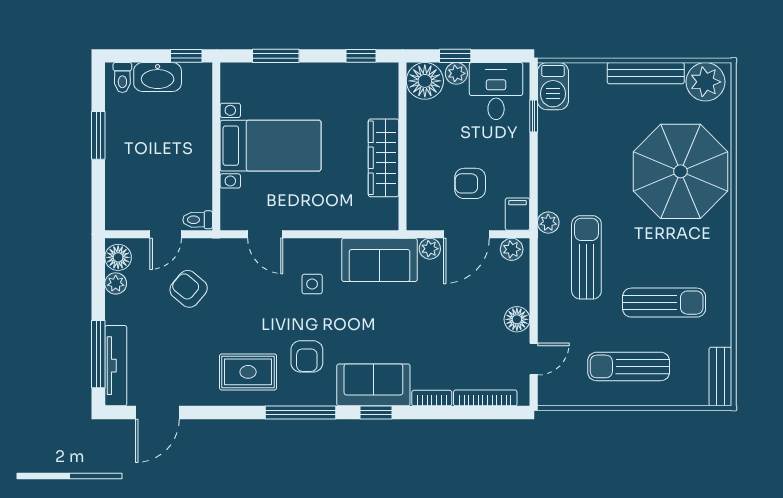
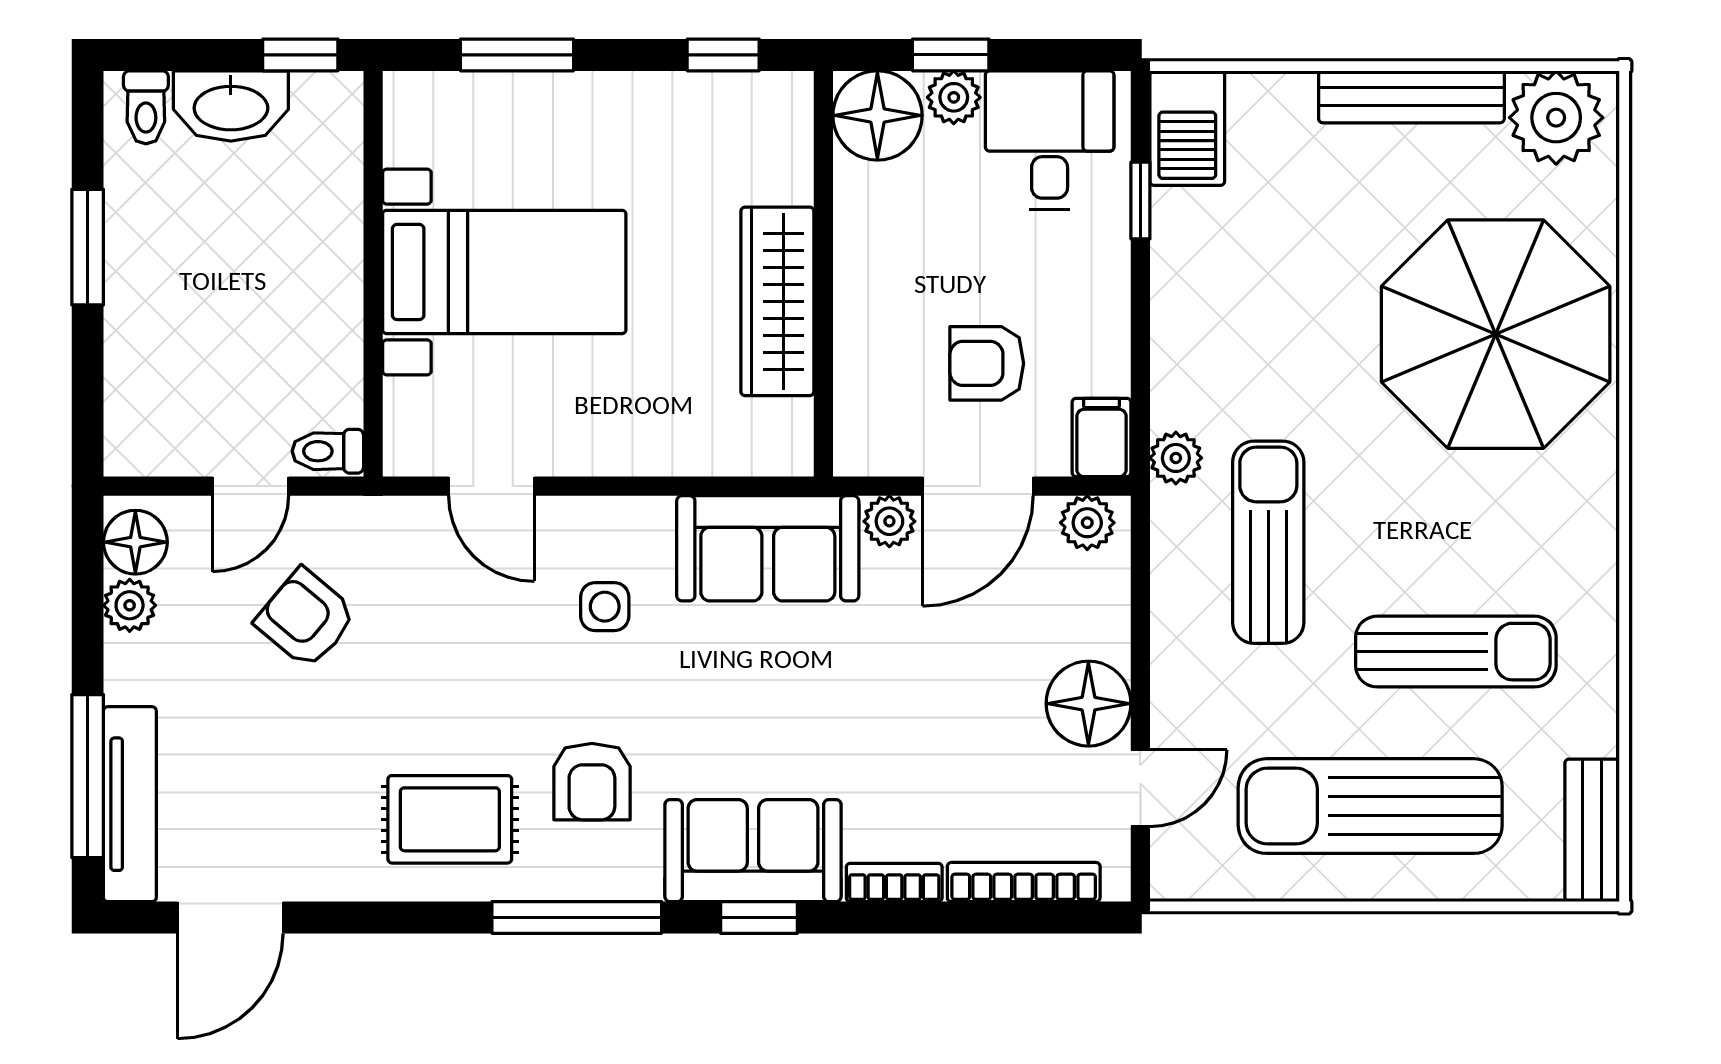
floor lamp: (517, 319) -> (1088, 704), width x1.38, depth x1.38
sun lounger: (629, 366) -> (1370, 806), width x1.36, depth x1.34

